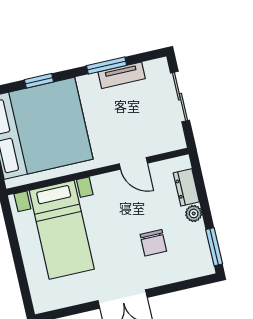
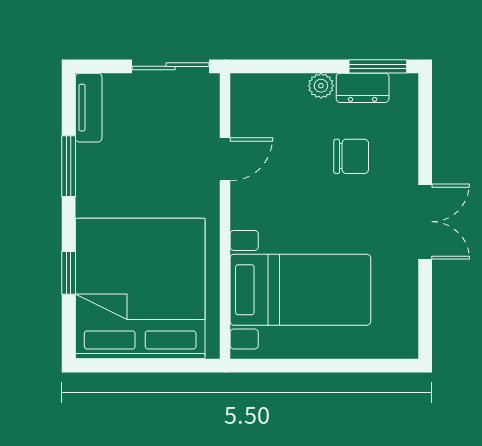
tv unit: (122, 75) -> (89, 108), moved
sliding door: (180, 97) -> (170, 66), moved
dresser: (186, 187) -> (363, 88), moved

